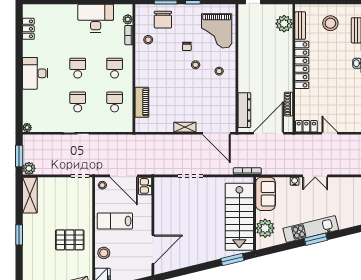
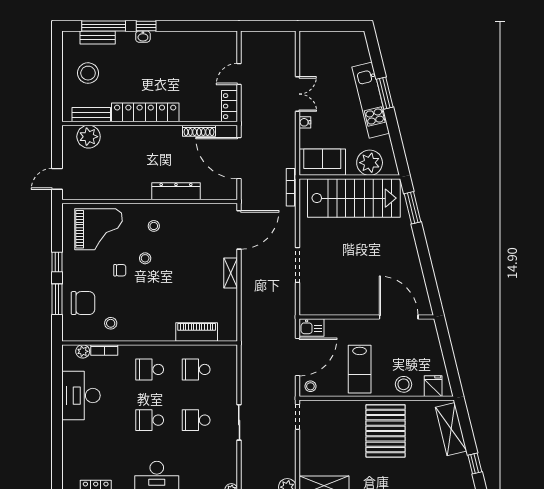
dresser: (244, 110) -> (176, 191), moved
pallet: (70, 240) -> (386, 431), width x1.37, depth x1.41

